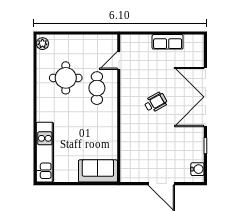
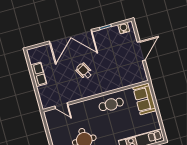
cafe table: (97, 88) -> (111, 104), moved

